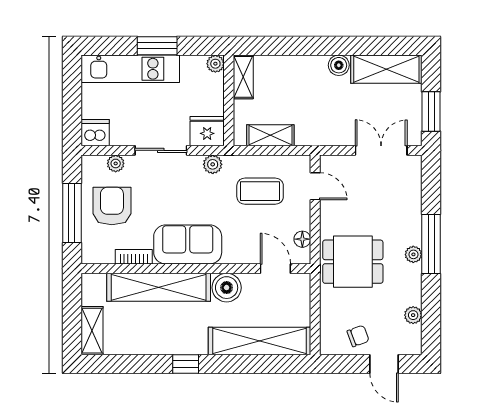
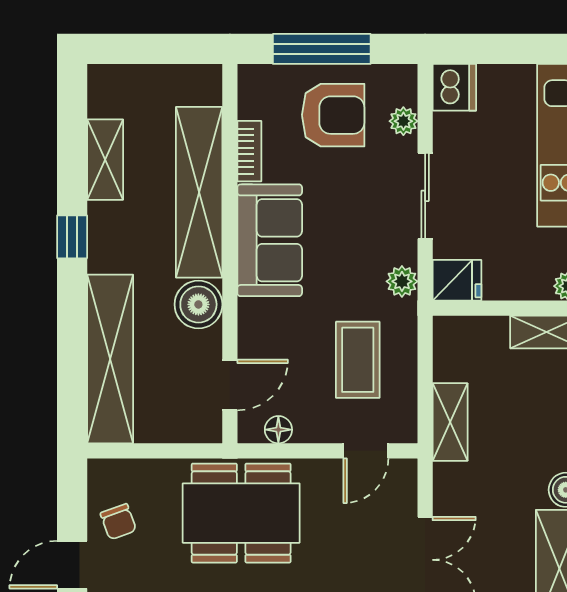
fridge: (207, 131) -> (457, 280), width x0.72
shelving: (270, 135) -> (450, 422), moved
dining table: (353, 262) -> (241, 513), width x1.38
shelving: (92, 331) -> (105, 160), moved, turned 90

